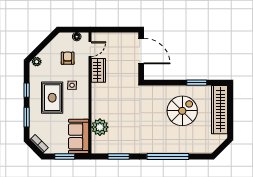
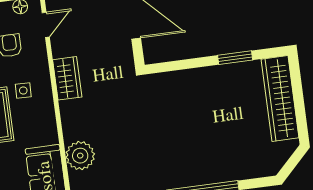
wardrobe: (98, 70) -> (67, 78), moved
spiral stairs: (182, 111) -> (217, 109), removed

